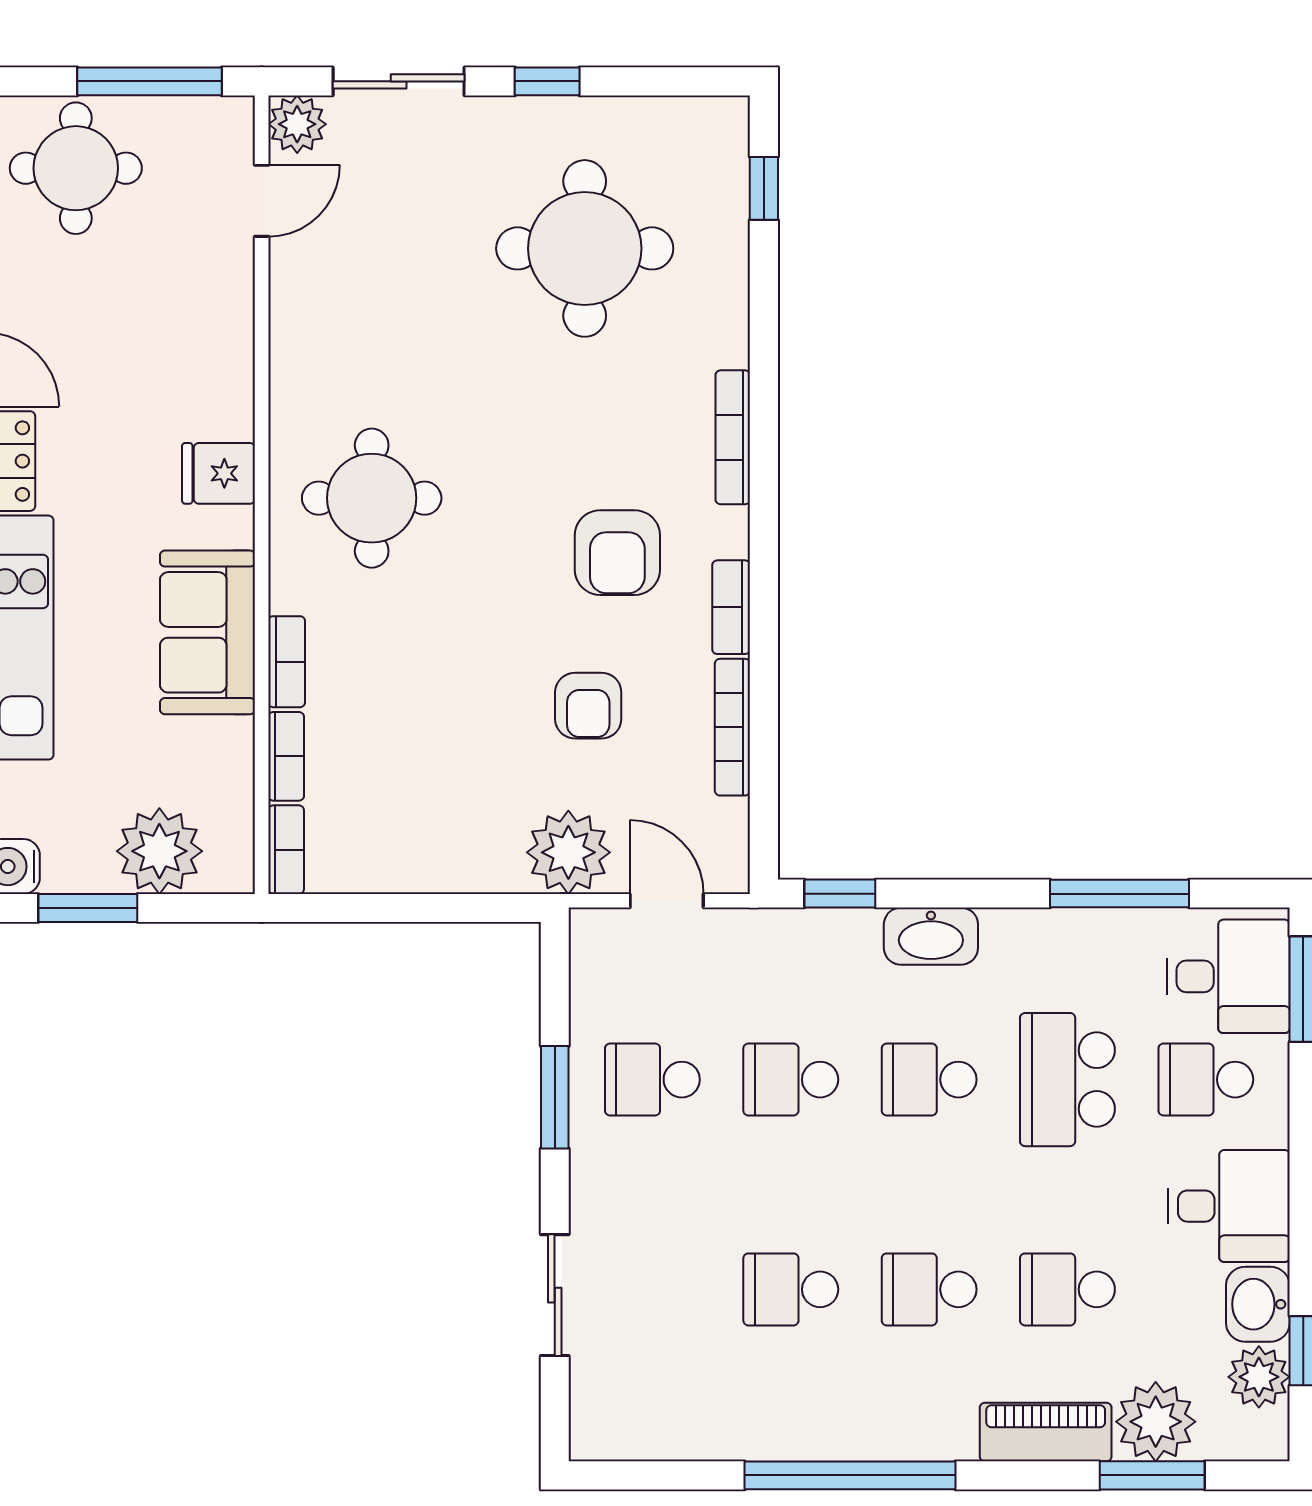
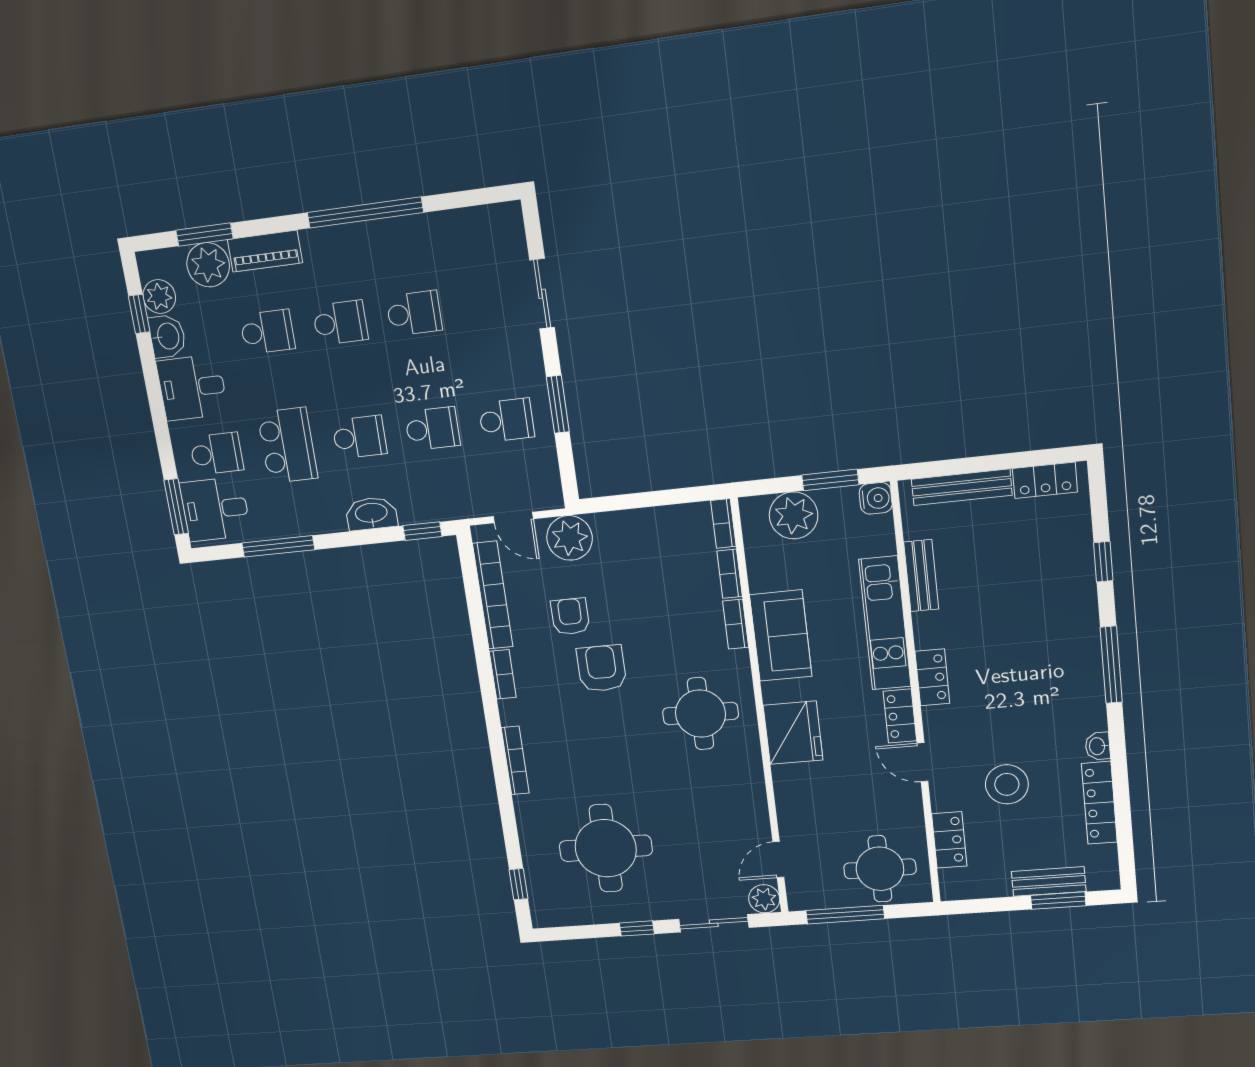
fridge: (219, 473) -> (793, 733), width x1.88, depth x1.34
armchair: (617, 553) -> (602, 668), moved
bookcase: (732, 727) -> (493, 595), width x1.48, depth x1.31

